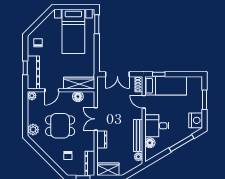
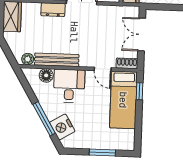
door: (144, 102) -> (103, 69), swing flipped
nightstand: (196, 120) -> (62, 127), moved, turned 59

